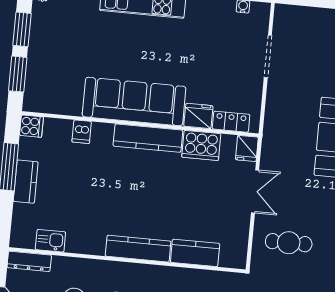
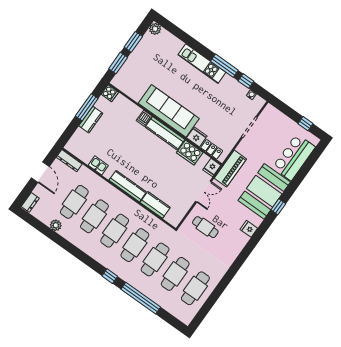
dishwasher: (82, 132) -> (144, 118), moved
piano: (275, 134) -> (230, 169), added
kitchen sink: (50, 241) -> (98, 165), moved

